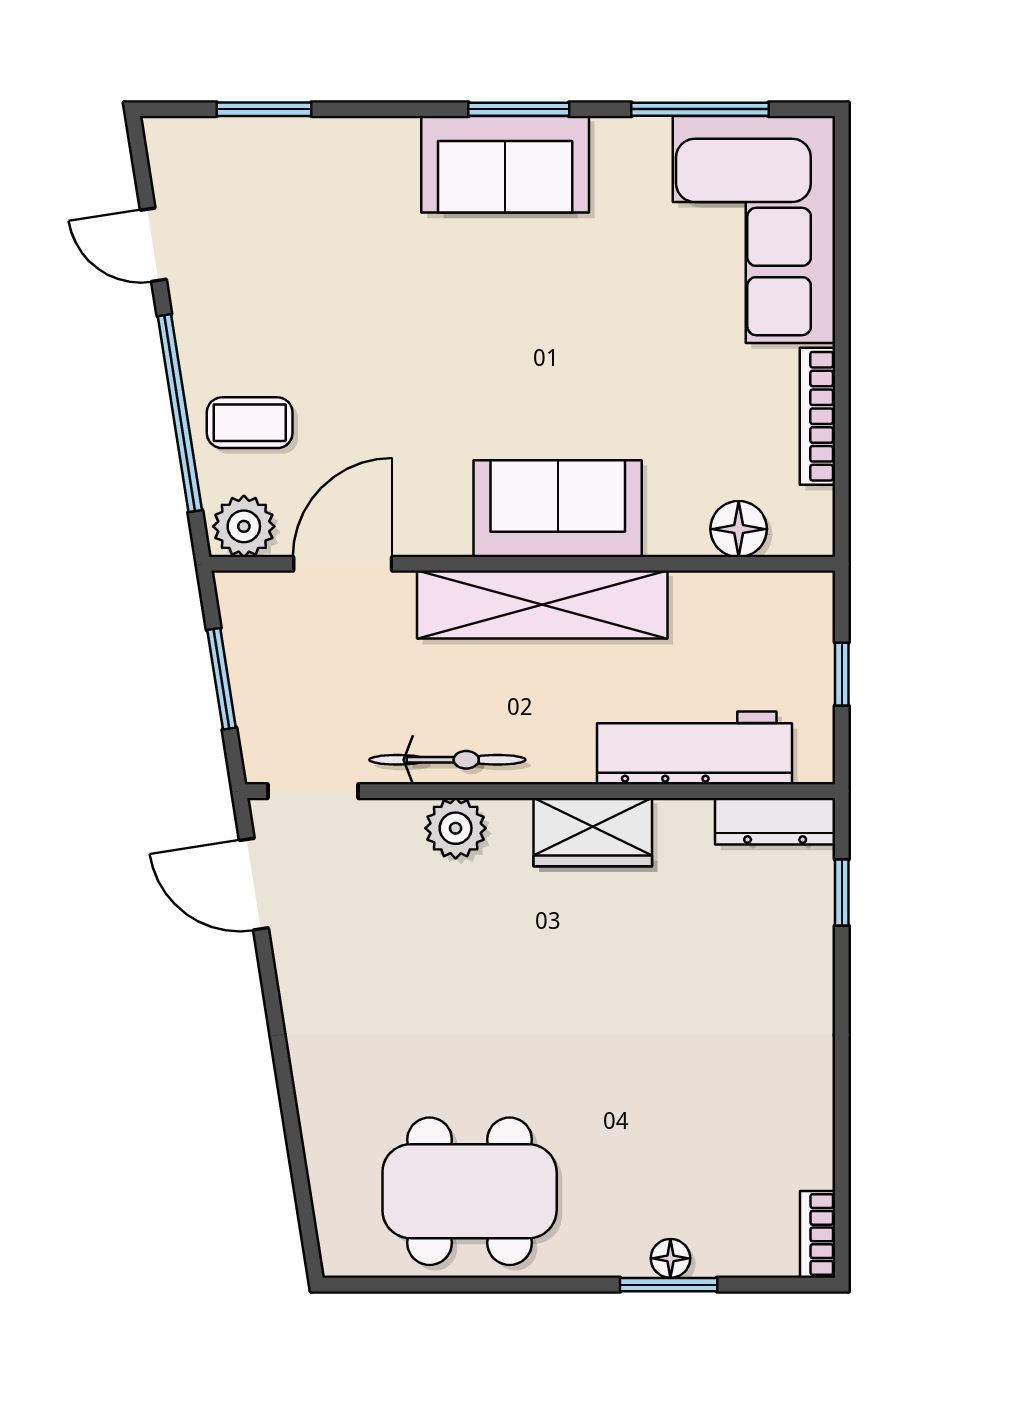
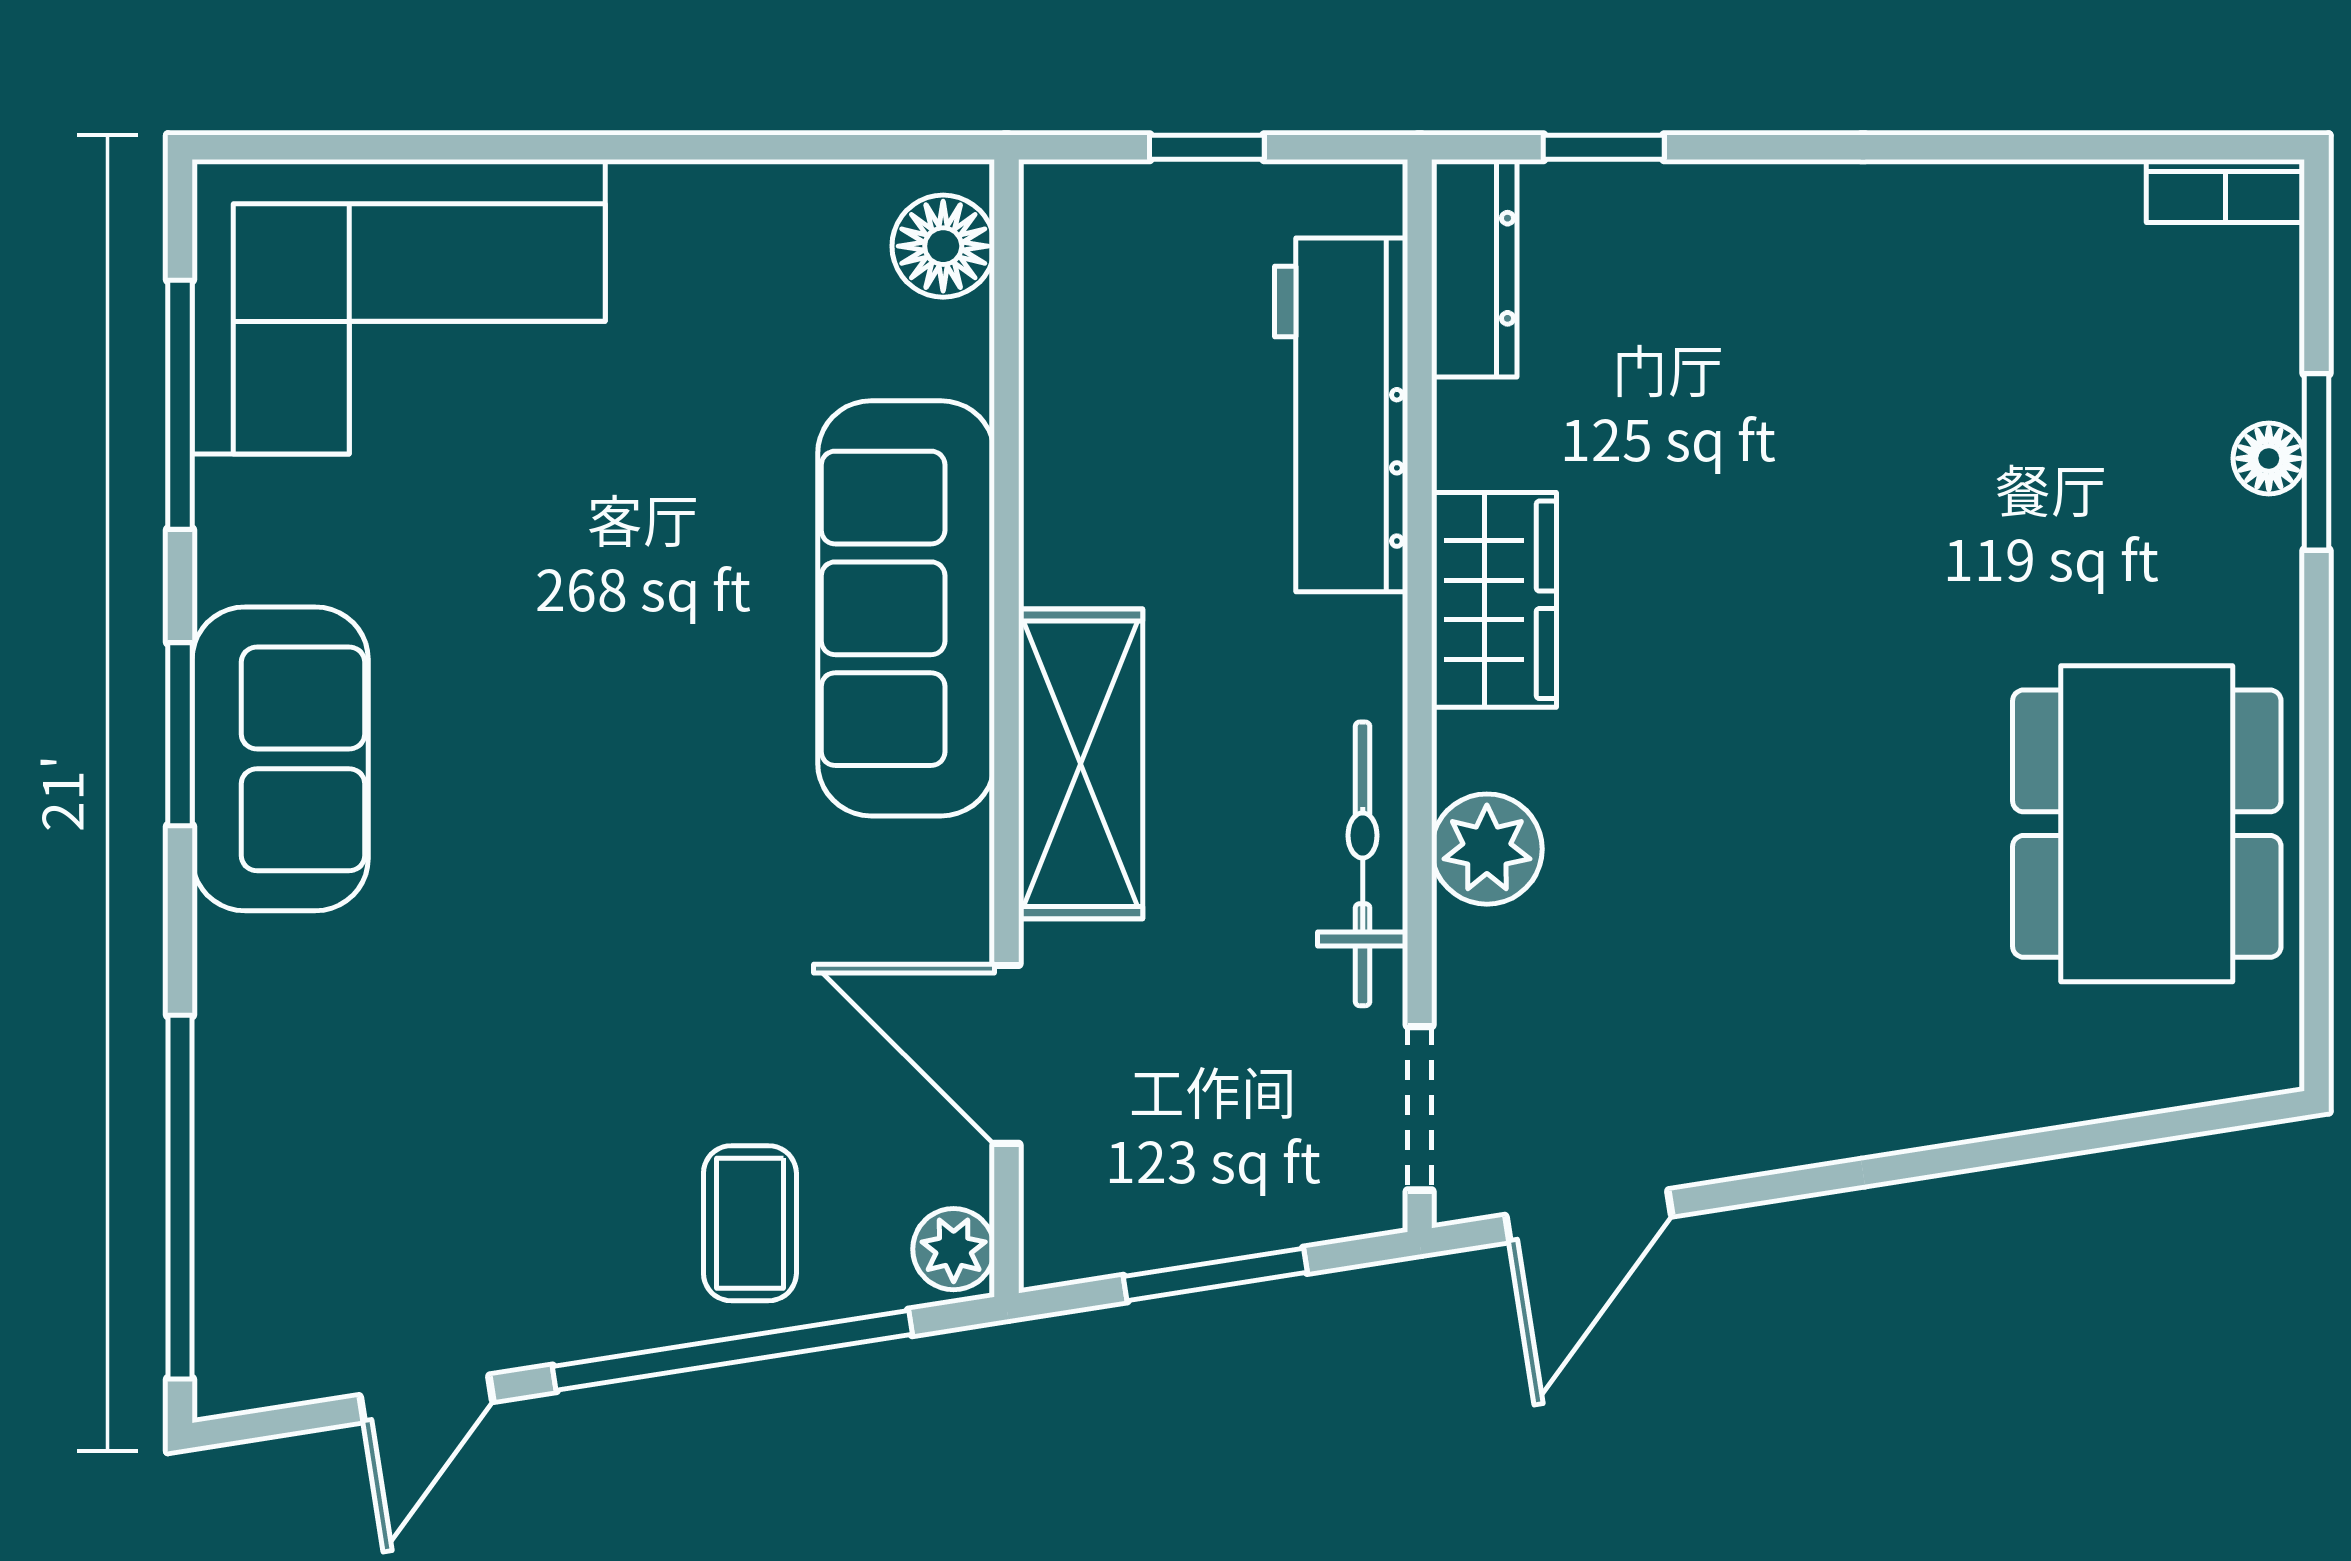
window: (264, 109) -> (180, 1197), width x2.11
bookcase: (817, 416) -> (738, 191), removed
sofa: (558, 509) -> (906, 608), width x1.36
plant: (244, 526) -> (954, 1249), width x0.73, depth x0.73
floor lamp: (739, 529) -> (943, 246), moved
shelving: (542, 605) -> (1081, 764), width x0.68

